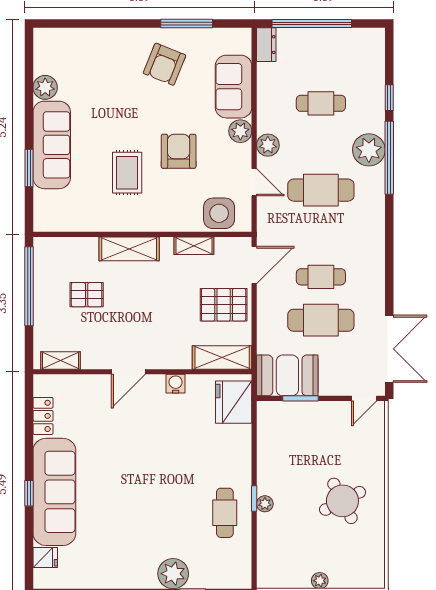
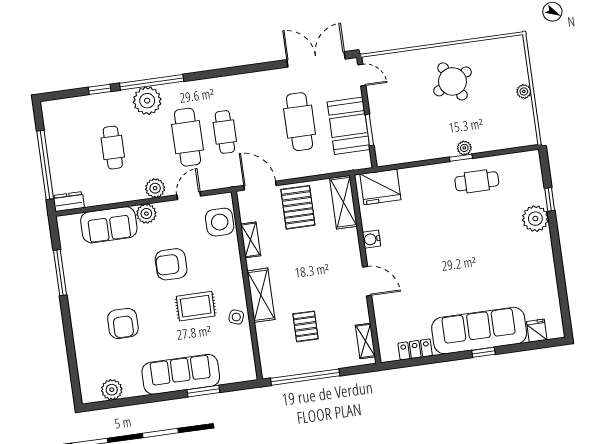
armchair: (165, 64) -> (123, 323), moved, turned 68
plant: (45, 87) -> (112, 390), moved
side table: (108, 217) -> (236, 317), added
cafe table: (321, 277) -> (225, 132), moved
booth: (287, 375) -> (349, 126), moved

